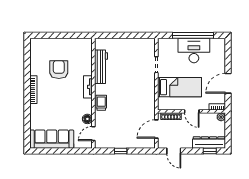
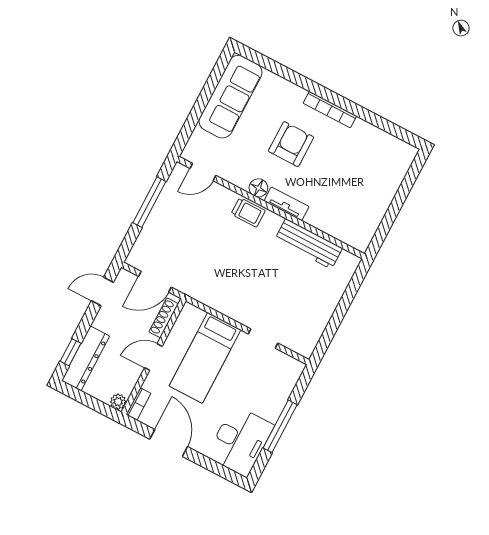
window: (193, 35) -> (280, 426), width x0.68
desk: (194, 50) -> (240, 441), moved
armchair: (59, 70) -> (291, 144), moved, turned -90
floor lamp: (87, 119) -> (258, 188), moved
door: (156, 129) -> (155, 282), swing flipped
door: (93, 134) -> (203, 172), swing flipped
window: (121, 151) -> (149, 202), width x2.17

